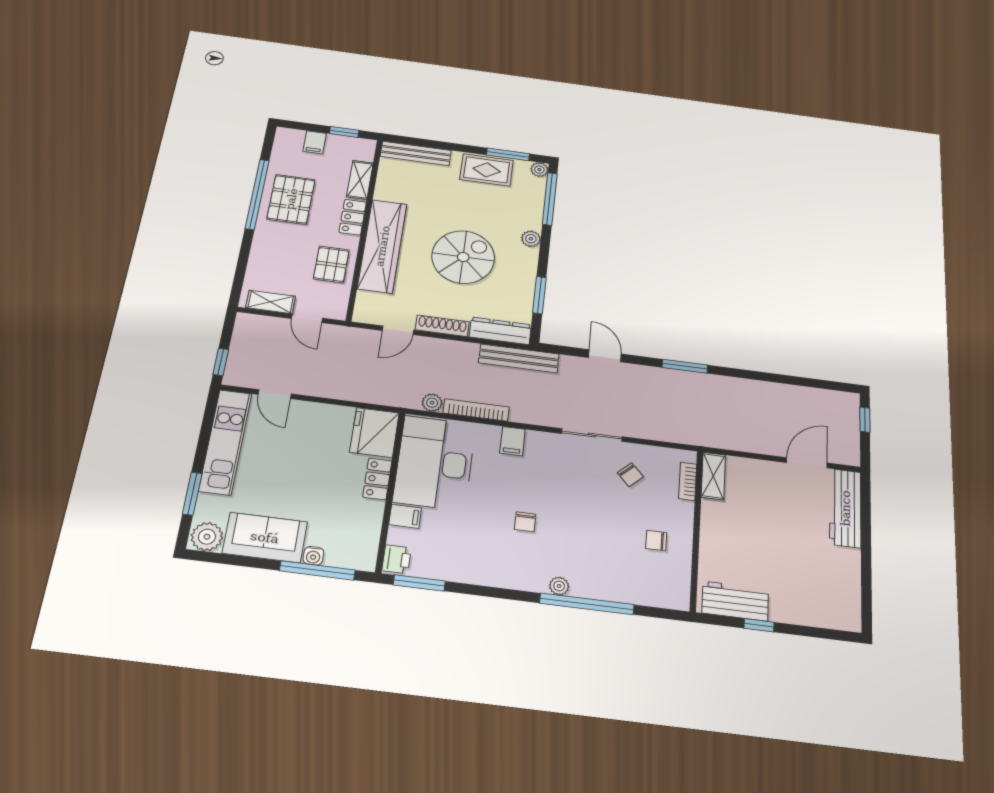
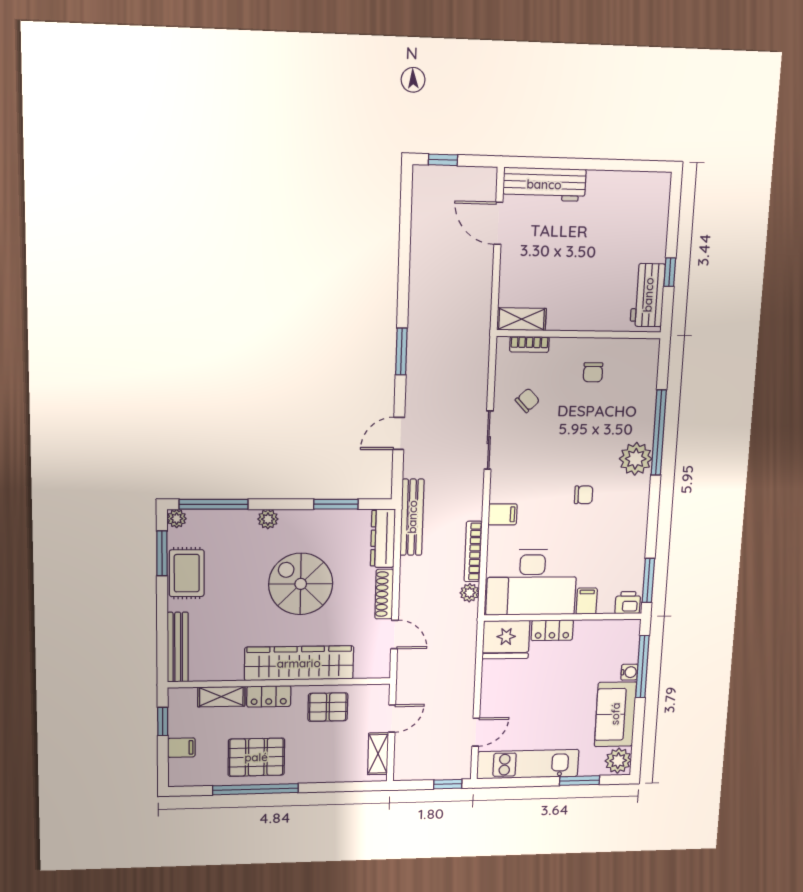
plant: (559, 586) -> (636, 459), width x1.88, depth x1.88

